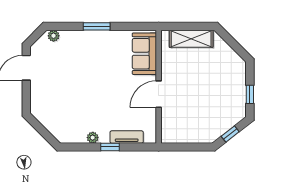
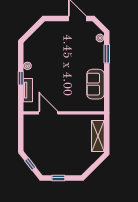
window: (97, 26) -> (107, 54), moved
sofa: (144, 54) -> (96, 84), moved, turned -90
door: (159, 94) -> (48, 113), moved

